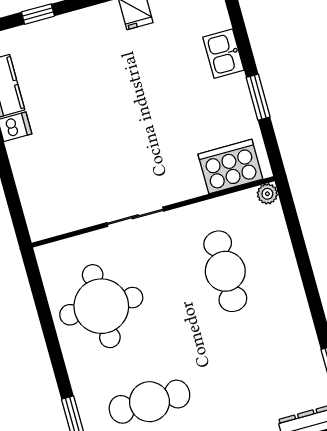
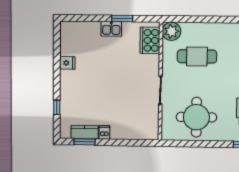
kitchen sink: (223, 54) -> (111, 29), moved
plant: (267, 194) -> (171, 31), width x1.87, depth x1.87

